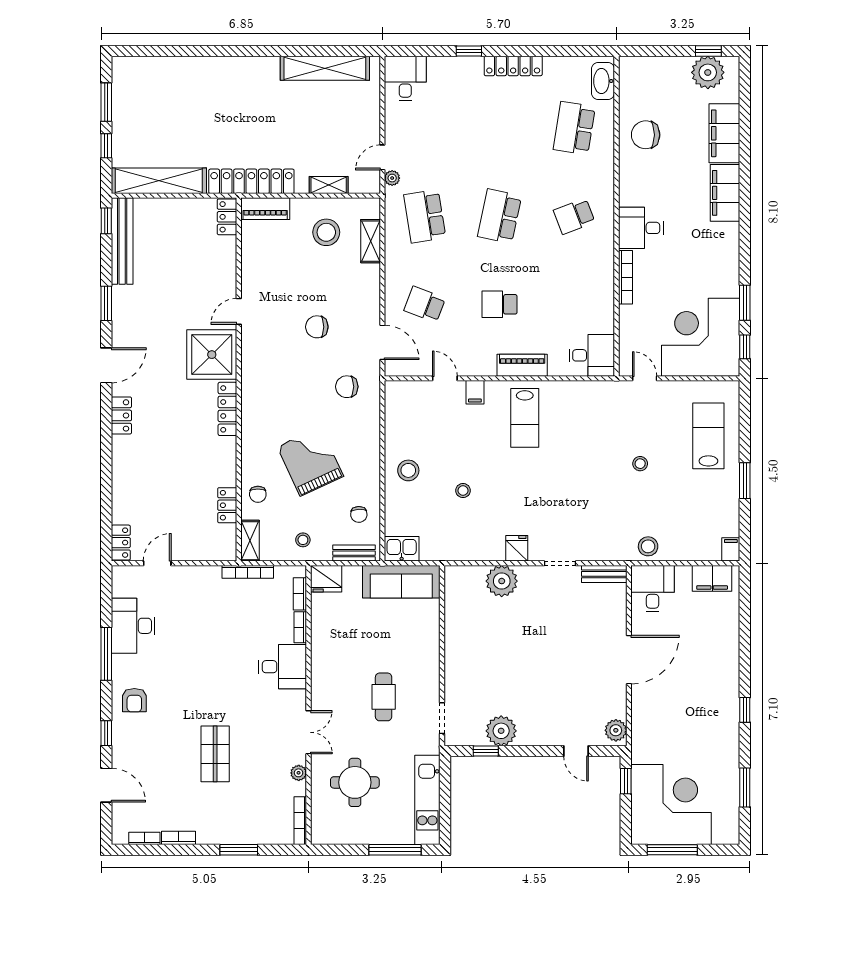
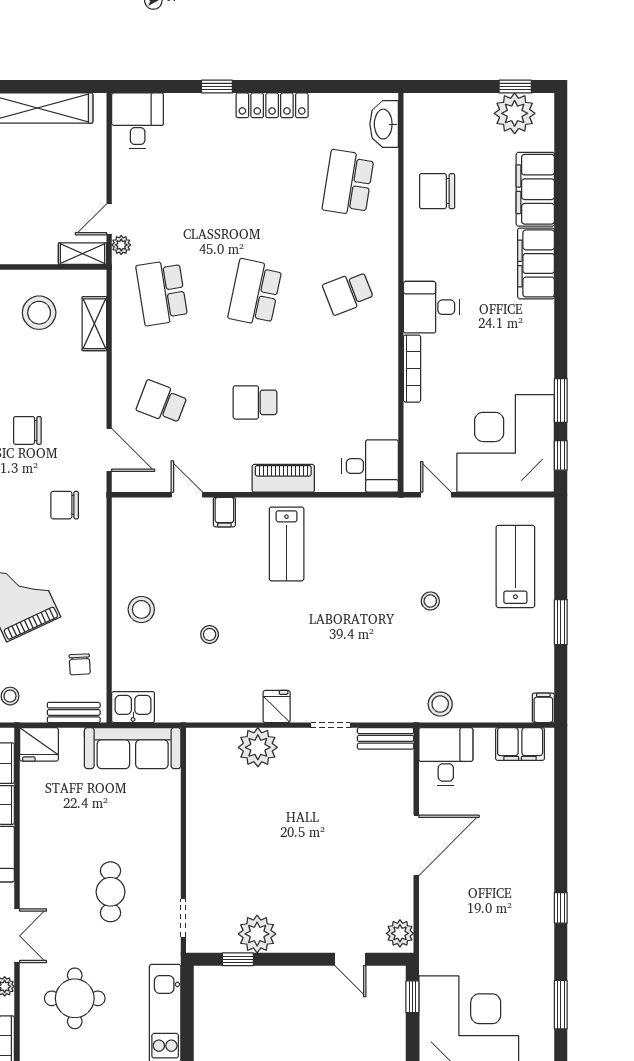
shelving: (329, 185) -> (83, 254), moved

